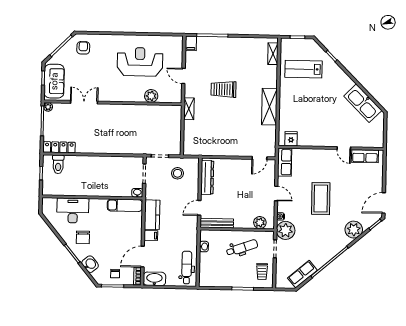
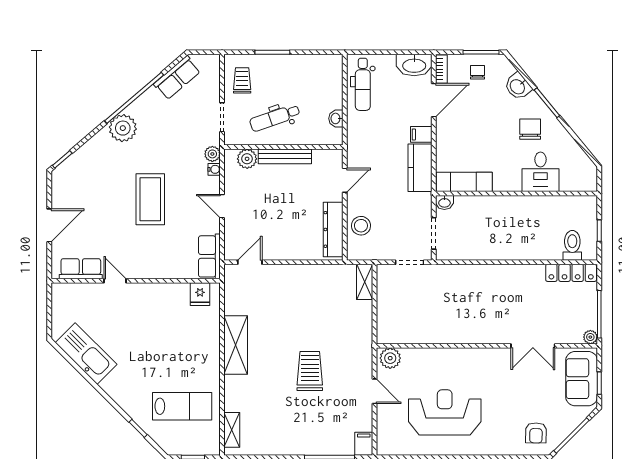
reception desk: (140, 62) -> (445, 412), turned 180
trolley: (224, 89) -> (310, 371), turned -90
plant: (151, 96) -> (390, 358), moved
shelving: (189, 109) -> (365, 282), moved
stool: (178, 173) -> (361, 226), moved
door: (384, 203) -> (49, 225), moved
desk: (73, 211) -> (540, 172), width x0.73
bench: (217, 223) -> (285, 156), moved
plant: (286, 230) -> (212, 154), width x0.53, depth x0.53
plant: (354, 230) -> (123, 128), moved

